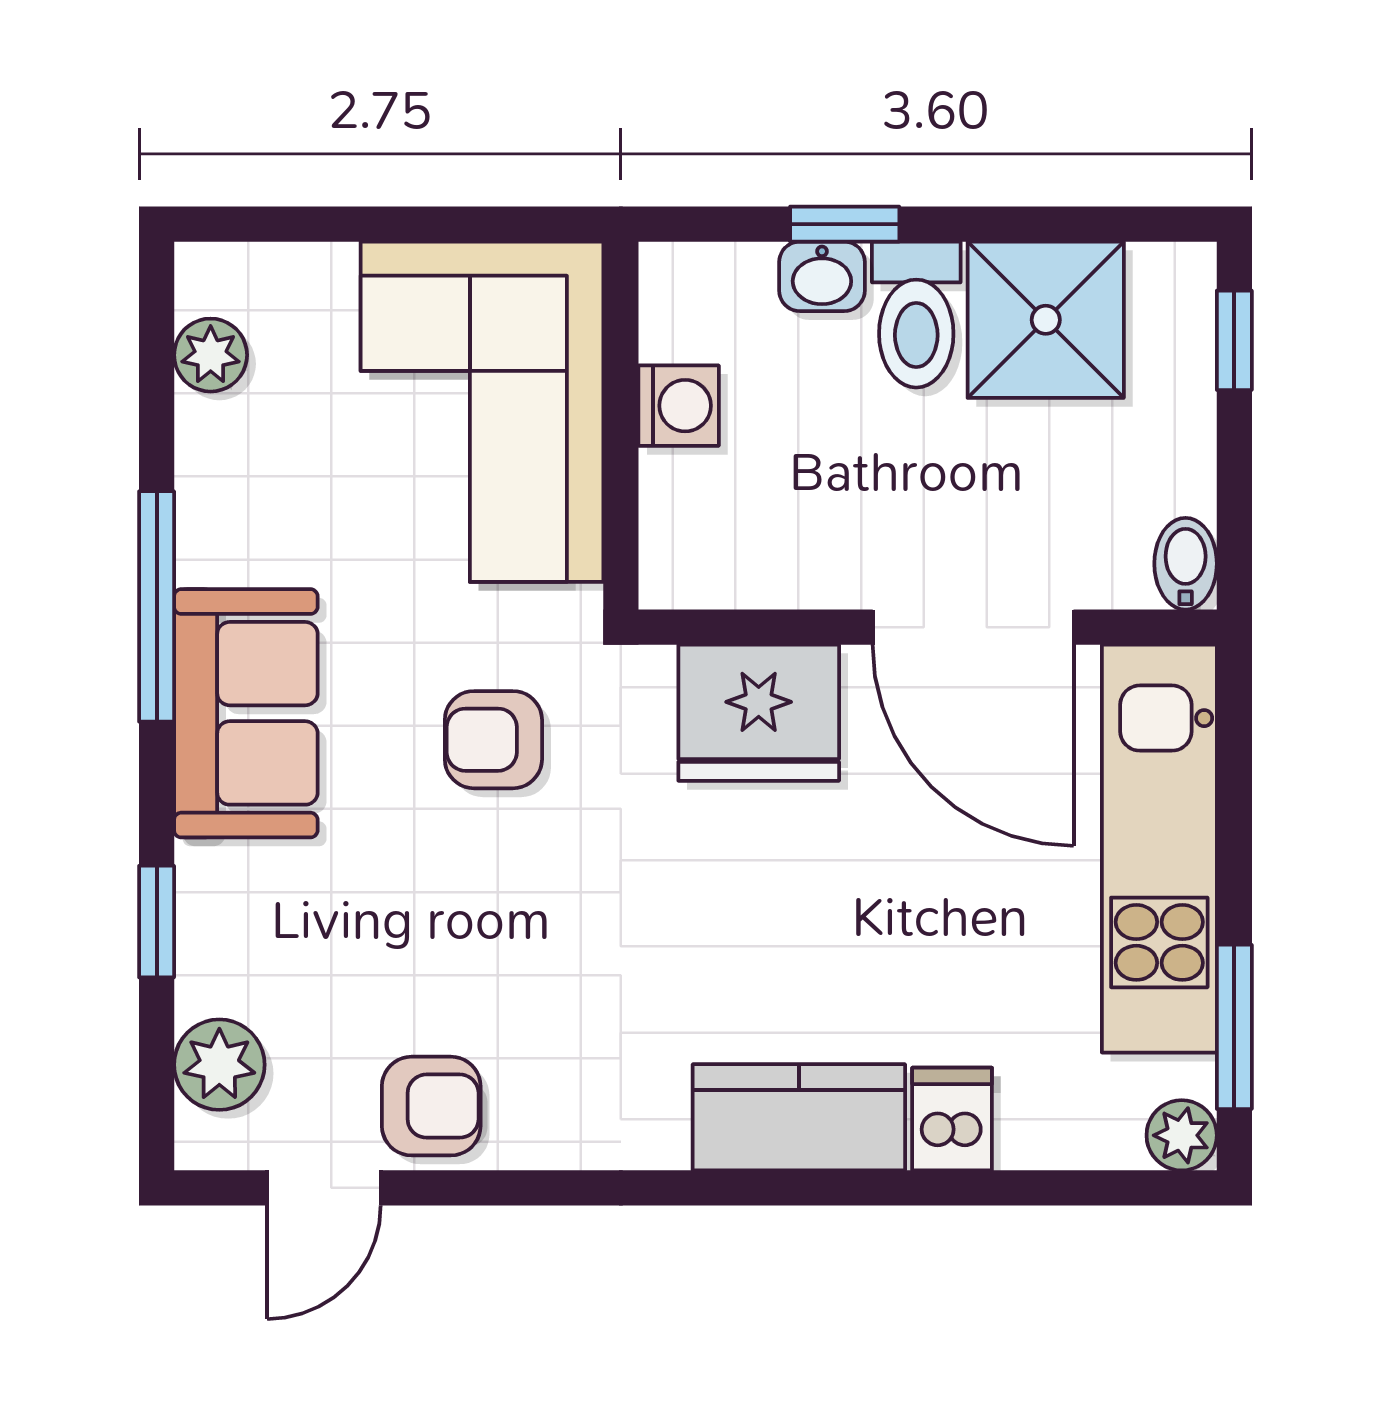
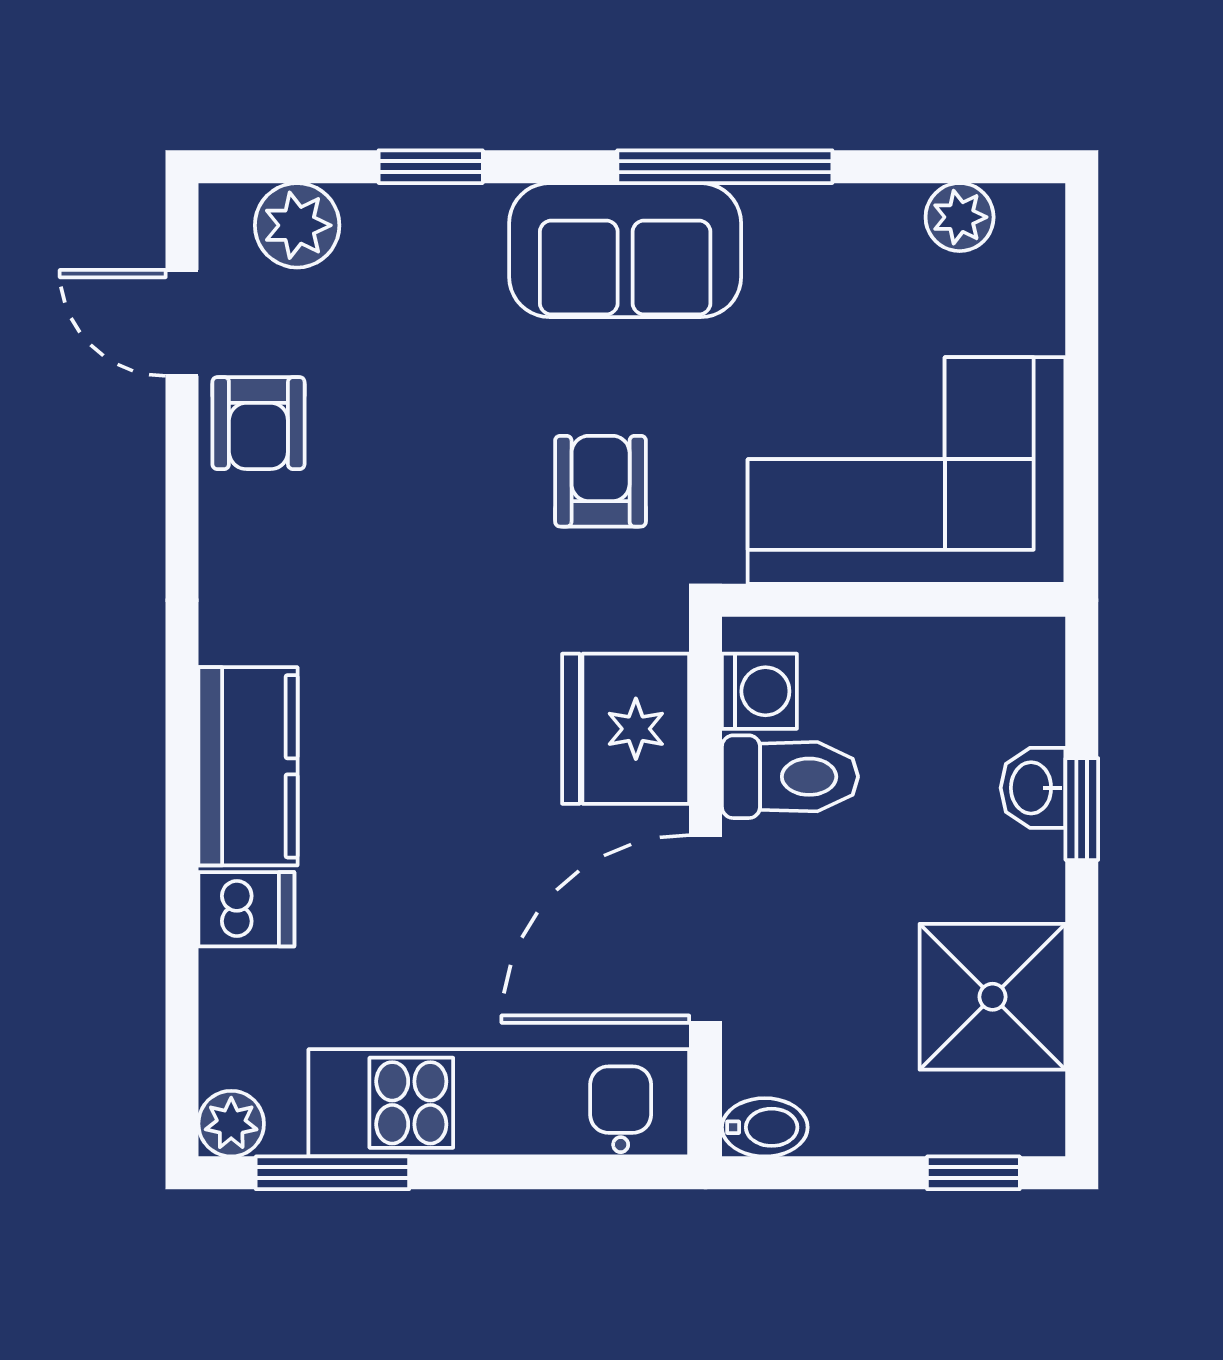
toilet: (916, 315) -> (790, 777), moved, turned 180
washing machine: (679, 406) -> (759, 691), moved, turned -90

